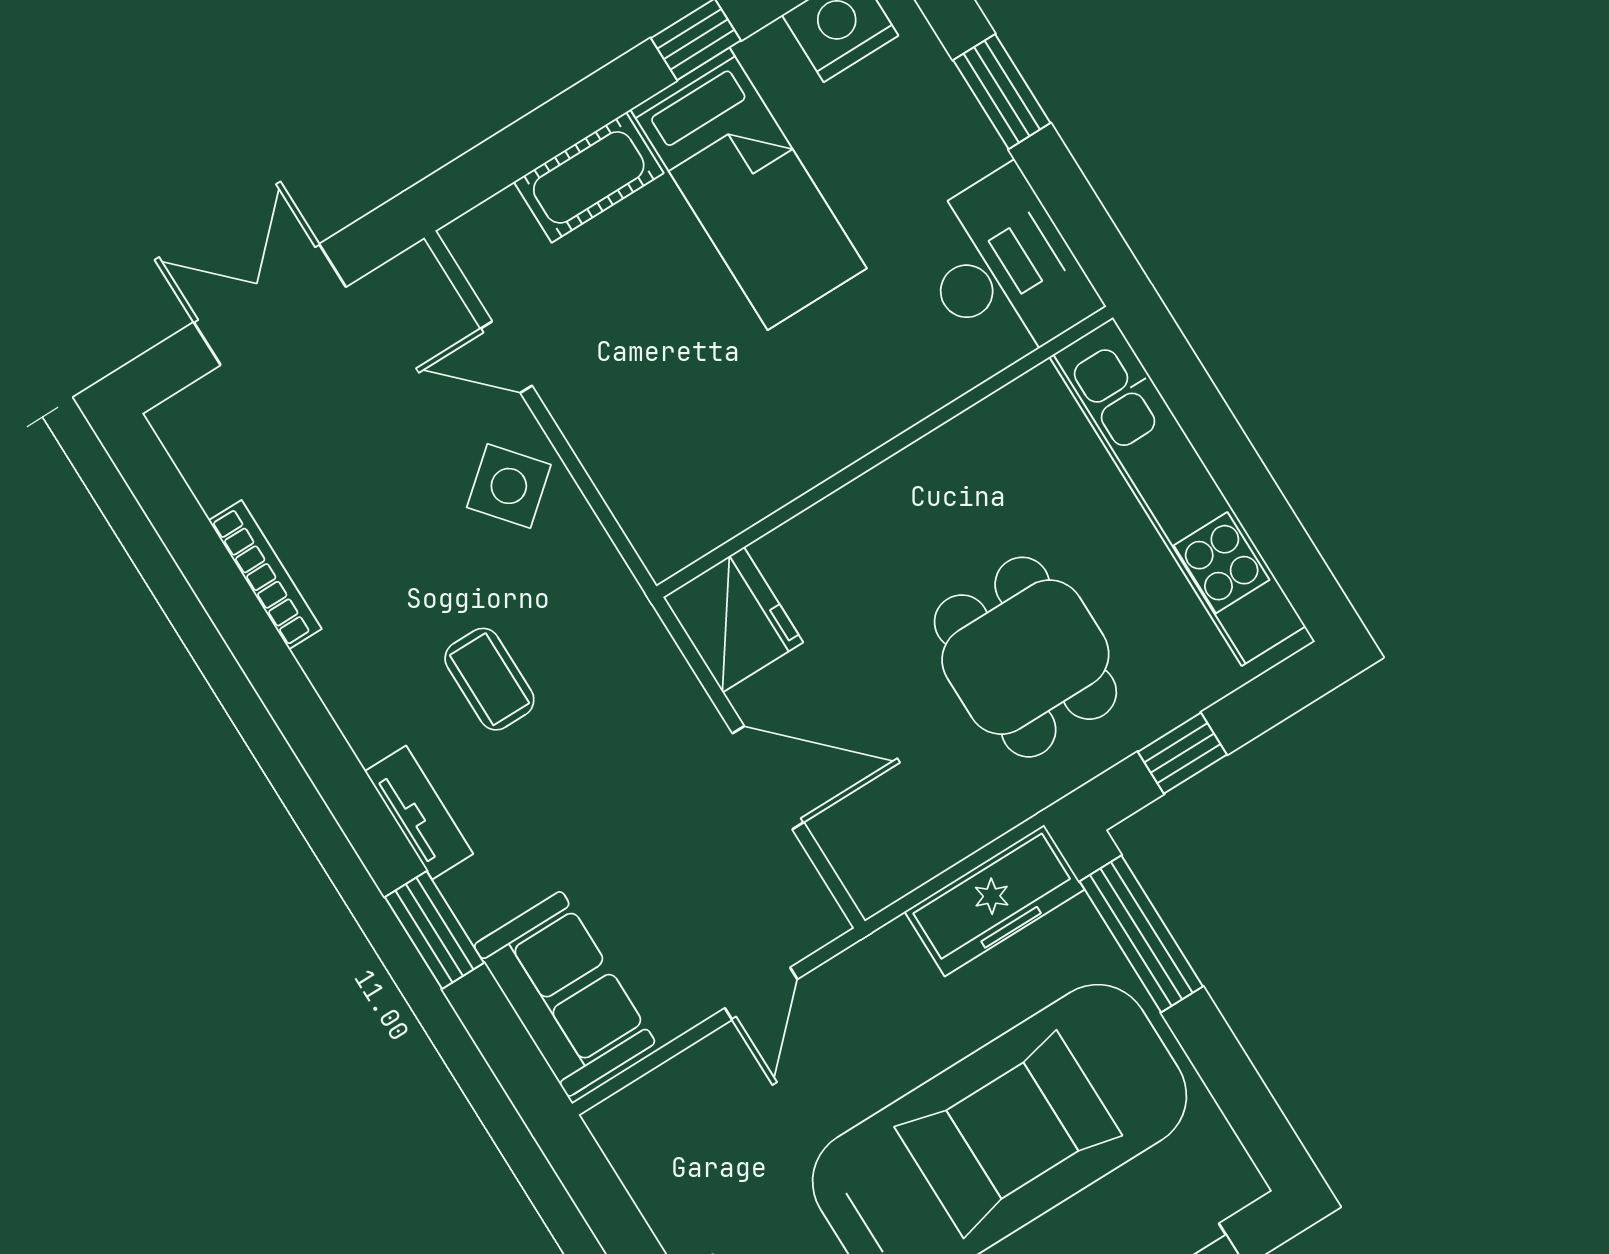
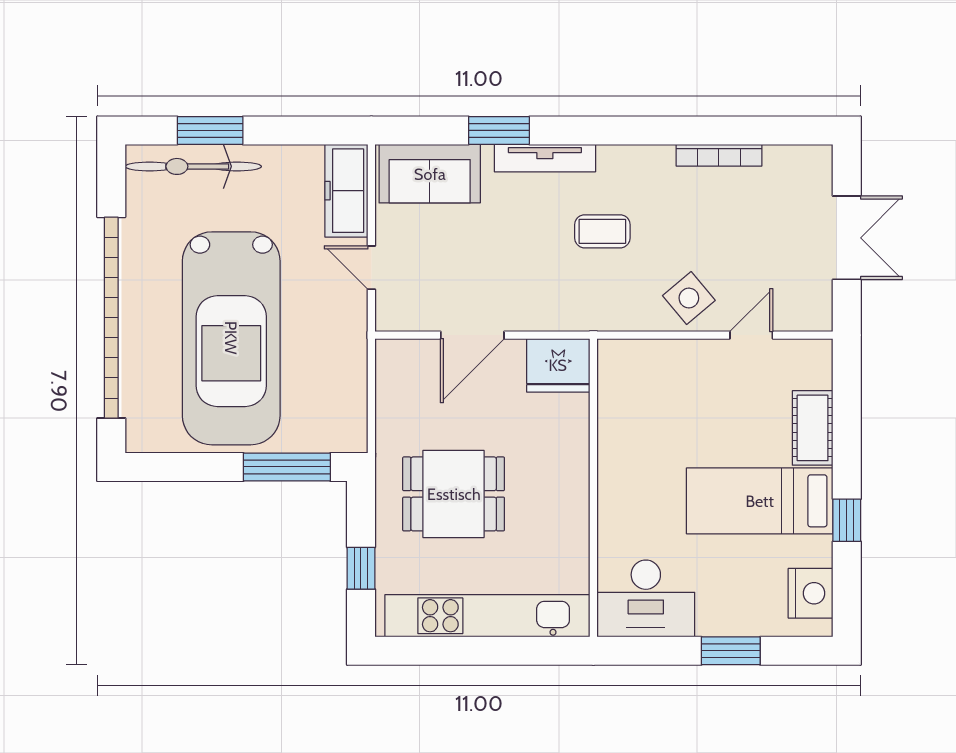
window: (1182, 753) -> (361, 568), moved
tv unit: (419, 813) -> (545, 158), width x1.41
freezer: (994, 901) -> (346, 191), moved

